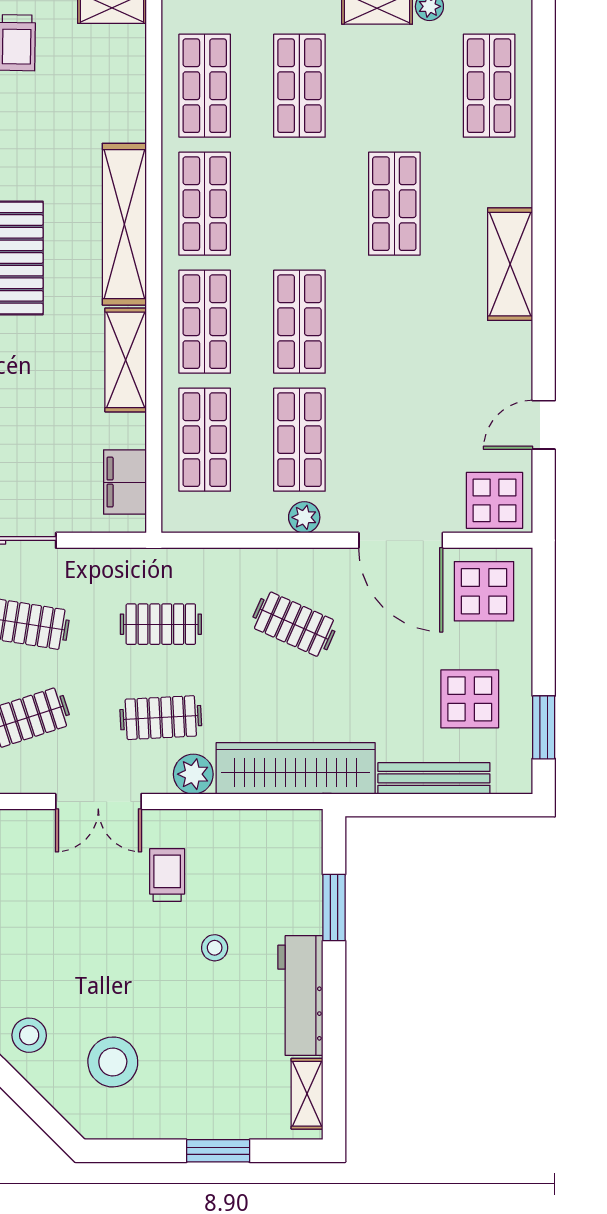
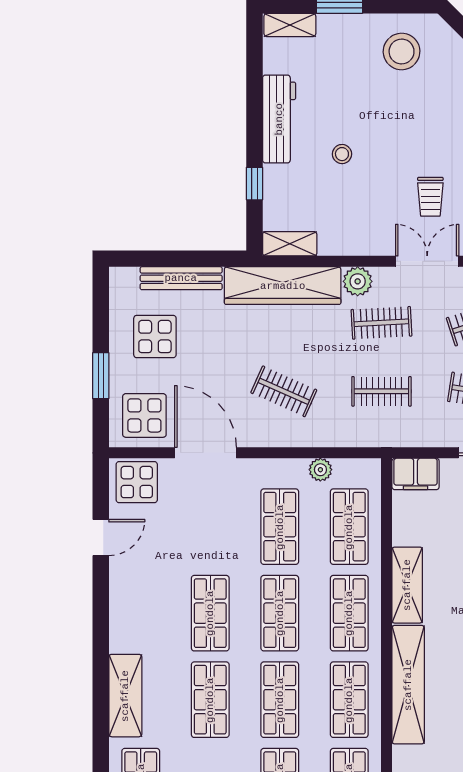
shop shelf: (299, 204) -> (280, 700), added
shelving: (510, 264) -> (125, 696), moved
shop shelf: (394, 322) -> (210, 613), added
filing cabinet: (125, 482) -> (416, 474), moved, turned 90
plant: (304, 517) -> (320, 470), moved
window: (544, 727) -> (101, 376), moved
shelving: (286, 825) -> (290, 244), added
trolley: (167, 875) -> (430, 197), moved
window: (334, 908) -> (254, 184), width x0.67
stool: (113, 1062) -> (402, 52), moved
shelving: (307, 1094) -> (290, 25), moved, turned 90

